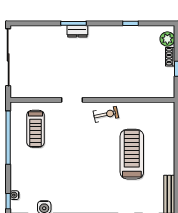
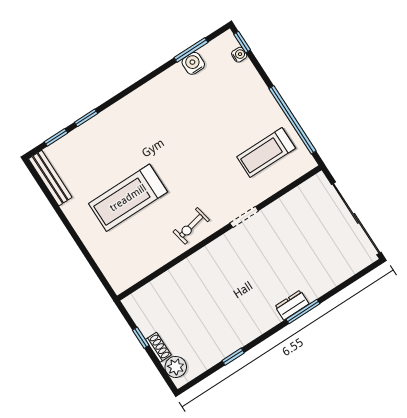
treadmill: (35, 129) -> (266, 153), turned -90
treadmill: (132, 154) -> (128, 198), turned 90

